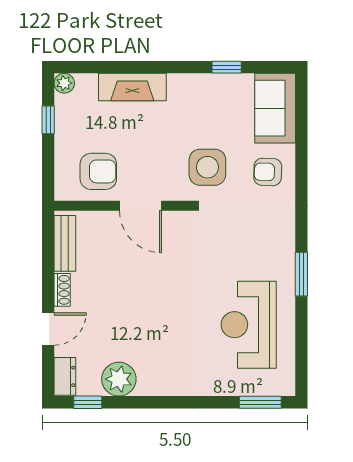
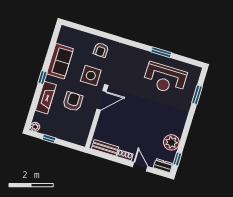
window: (227, 67) -> (42, 78), moved
sofa: (275, 108) -> (60, 61), moved, turned -90
armchair: (98, 171) -> (73, 101), moved
door: (140, 206) -> (102, 100), moved
window: (301, 274) -> (161, 52), moved
window: (260, 402) -> (197, 95), moved

